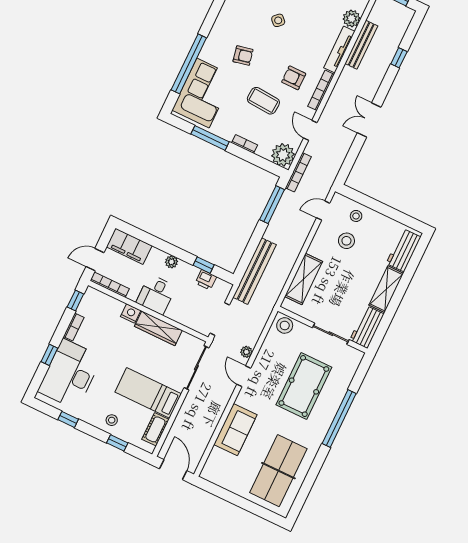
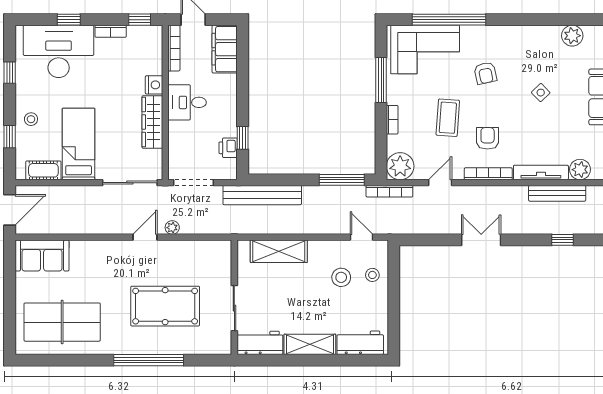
plant: (171, 262) -> (230, 102), removed
stool: (285, 325) -> (220, 255), removed
sofa: (235, 430) -> (42, 256), moved

